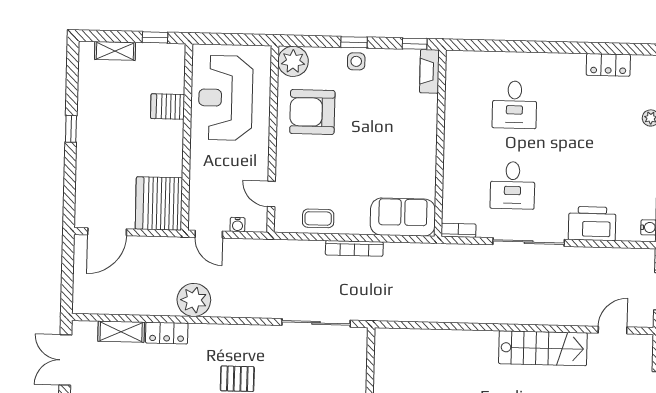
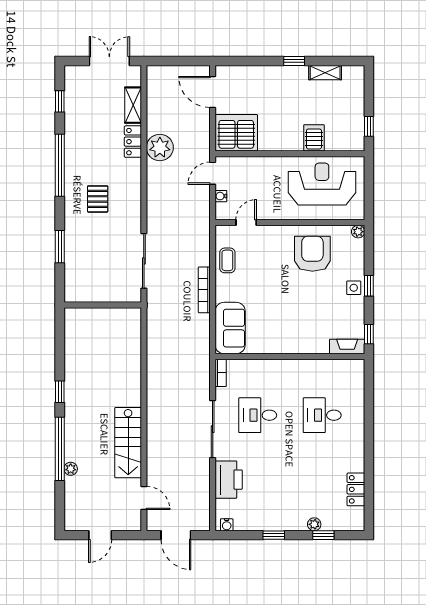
shelving: (115, 51) -> (325, 73), moved, turned 90
plant: (293, 61) -> (358, 232), width x0.53, depth x0.53
plant: (194, 300) -> (160, 148), moved

